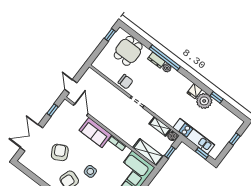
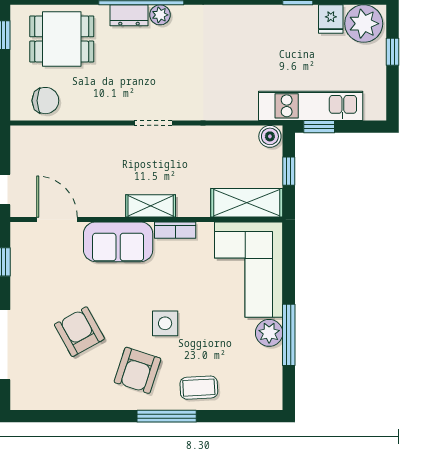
dining table: (128, 51) -> (62, 39), turned 90
chair: (126, 82) -> (45, 101), moved
fridge: (194, 91) -> (331, 19), moved
plant: (204, 101) -> (364, 24), moved
shelving: (160, 126) -> (151, 206), moved
window: (202, 153) -> (319, 127), moved

